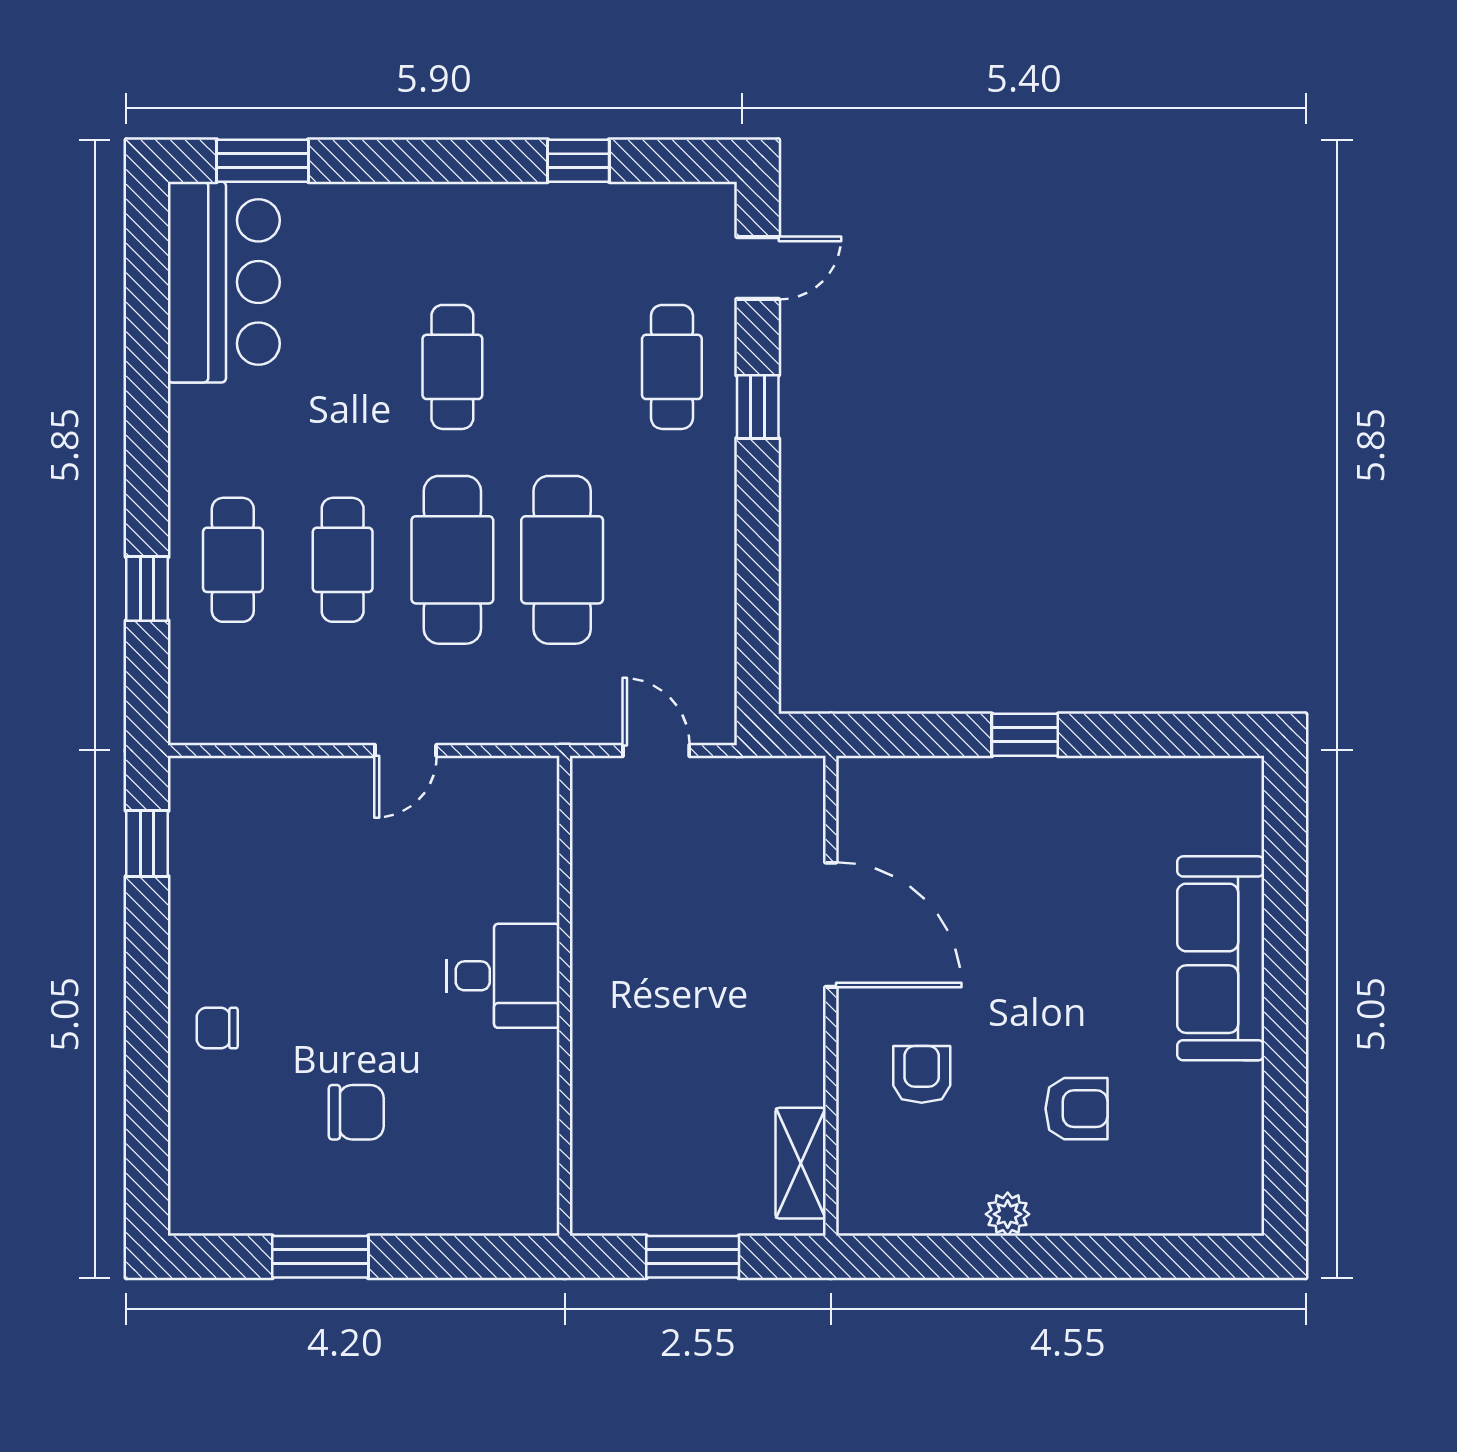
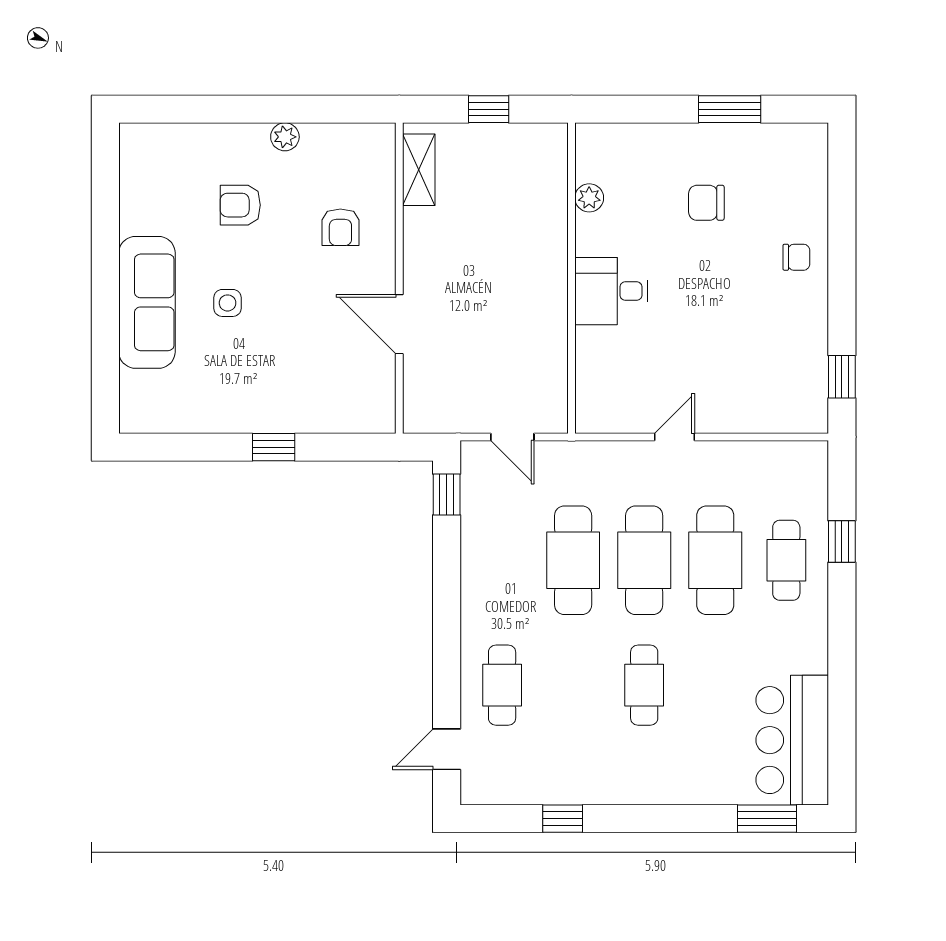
window: (758, 407) -> (447, 494), moved
cafe table: (343, 560) -> (715, 560), width x1.37, depth x1.35
door: (831, 925) -> (399, 324), width x0.73
side table: (1096, 957) -> (228, 303), added
plant: (537, 1120) -> (589, 198), added
window: (693, 1257) -> (489, 109), width x0.67

